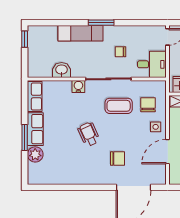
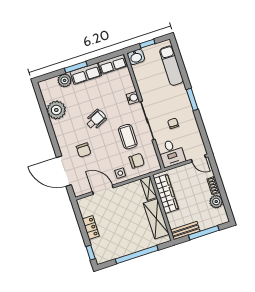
exam couch: (81, 33) -> (171, 66), moved
window: (25, 39) -> (147, 44), moved
washbasin: (62, 70) -> (136, 57), moved, turned 90
plant: (64, 174) -> (56, 110), added

